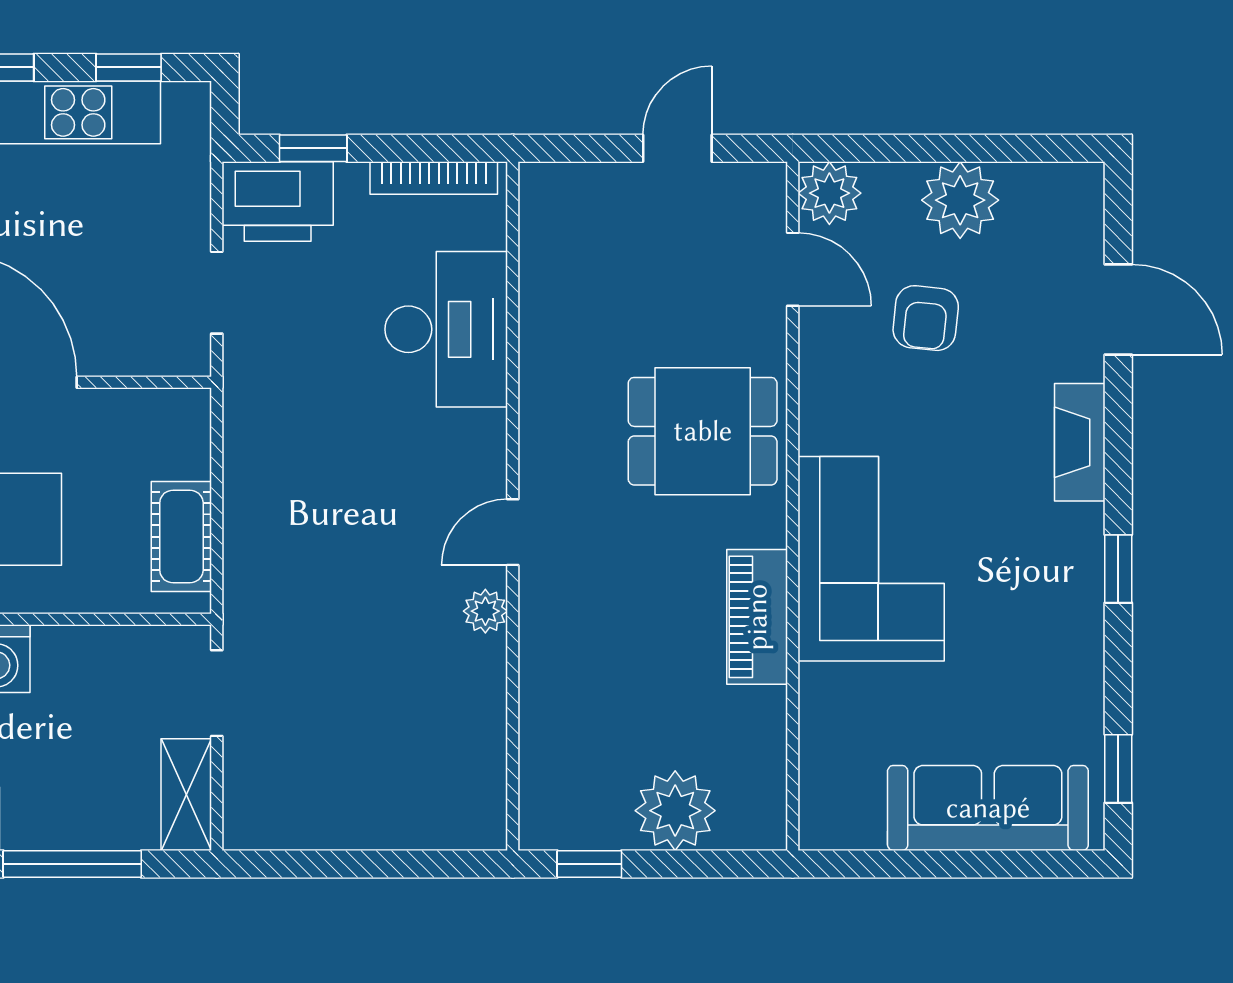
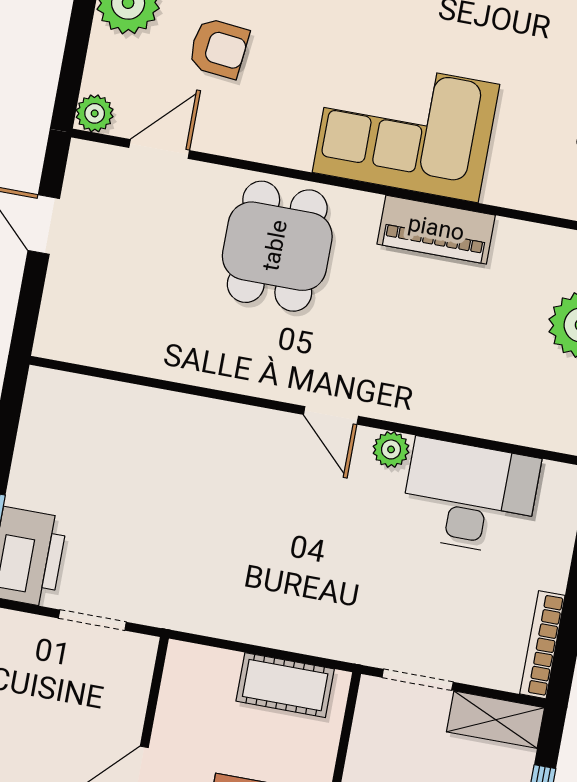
bookcase: (434, 178) -> (542, 645), moved, turned 180
plant: (829, 193) -> (95, 113), width x0.73, depth x0.73
desk: (446, 329) -> (470, 497), moved

